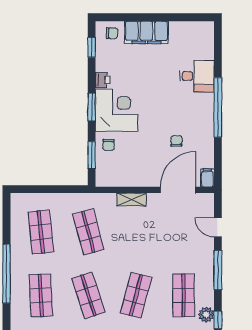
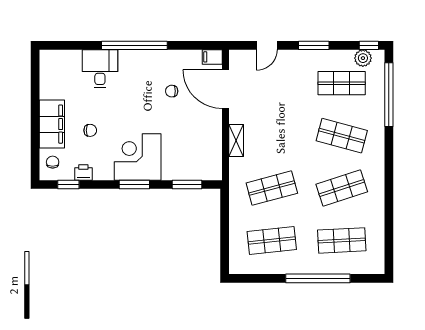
printer: (103, 80) -> (83, 172), moved
chair: (109, 145) -> (90, 130), moved
window: (218, 270) -> (314, 45), width x0.69

